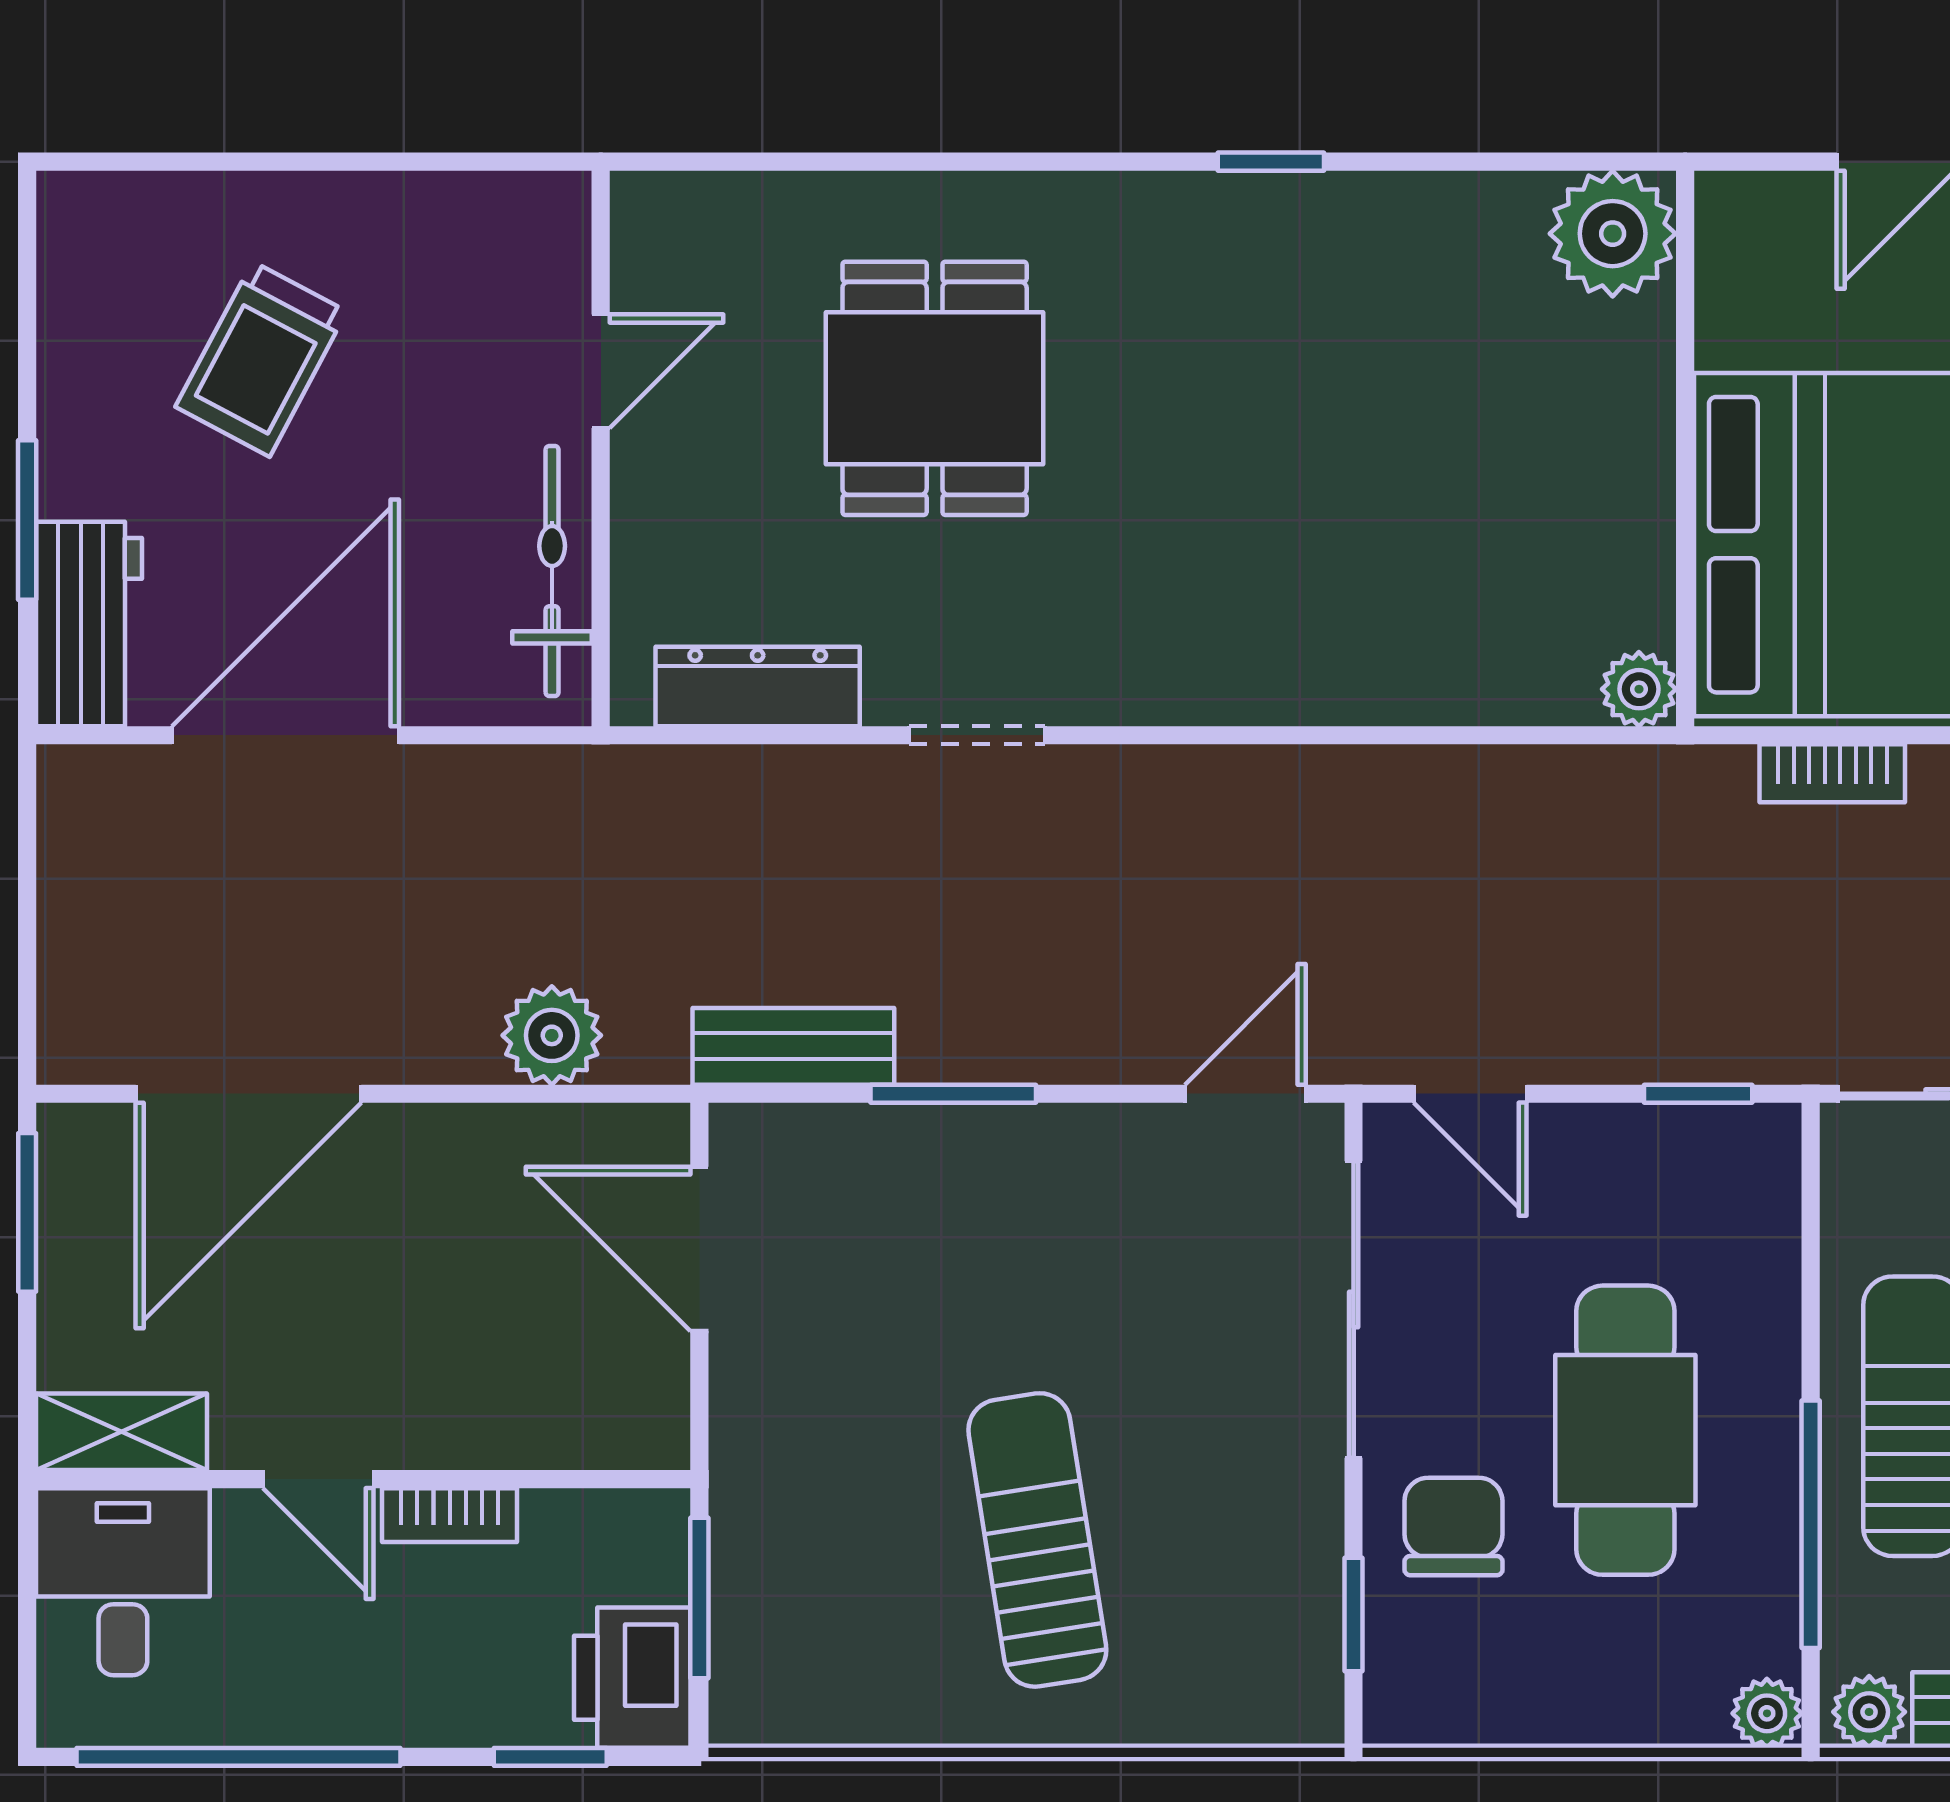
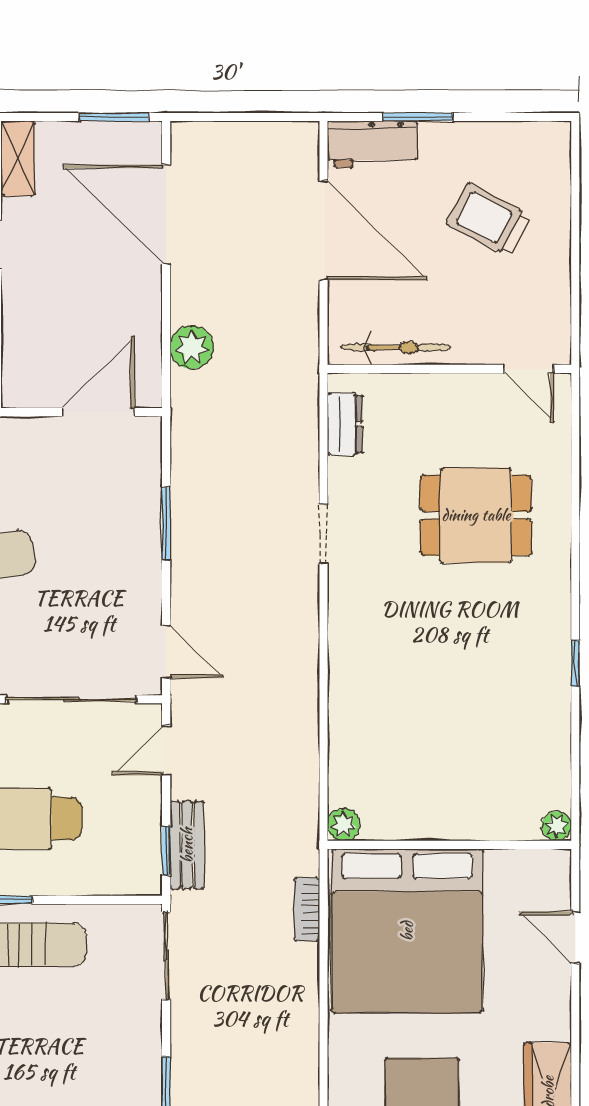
plant: (1613, 234) -> (557, 826), width x0.53, depth x0.53
door: (601, 371) -> (529, 369), moved
dresser: (758, 686) -> (345, 424), width x0.70
bench: (793, 1046) -> (187, 845), moved

